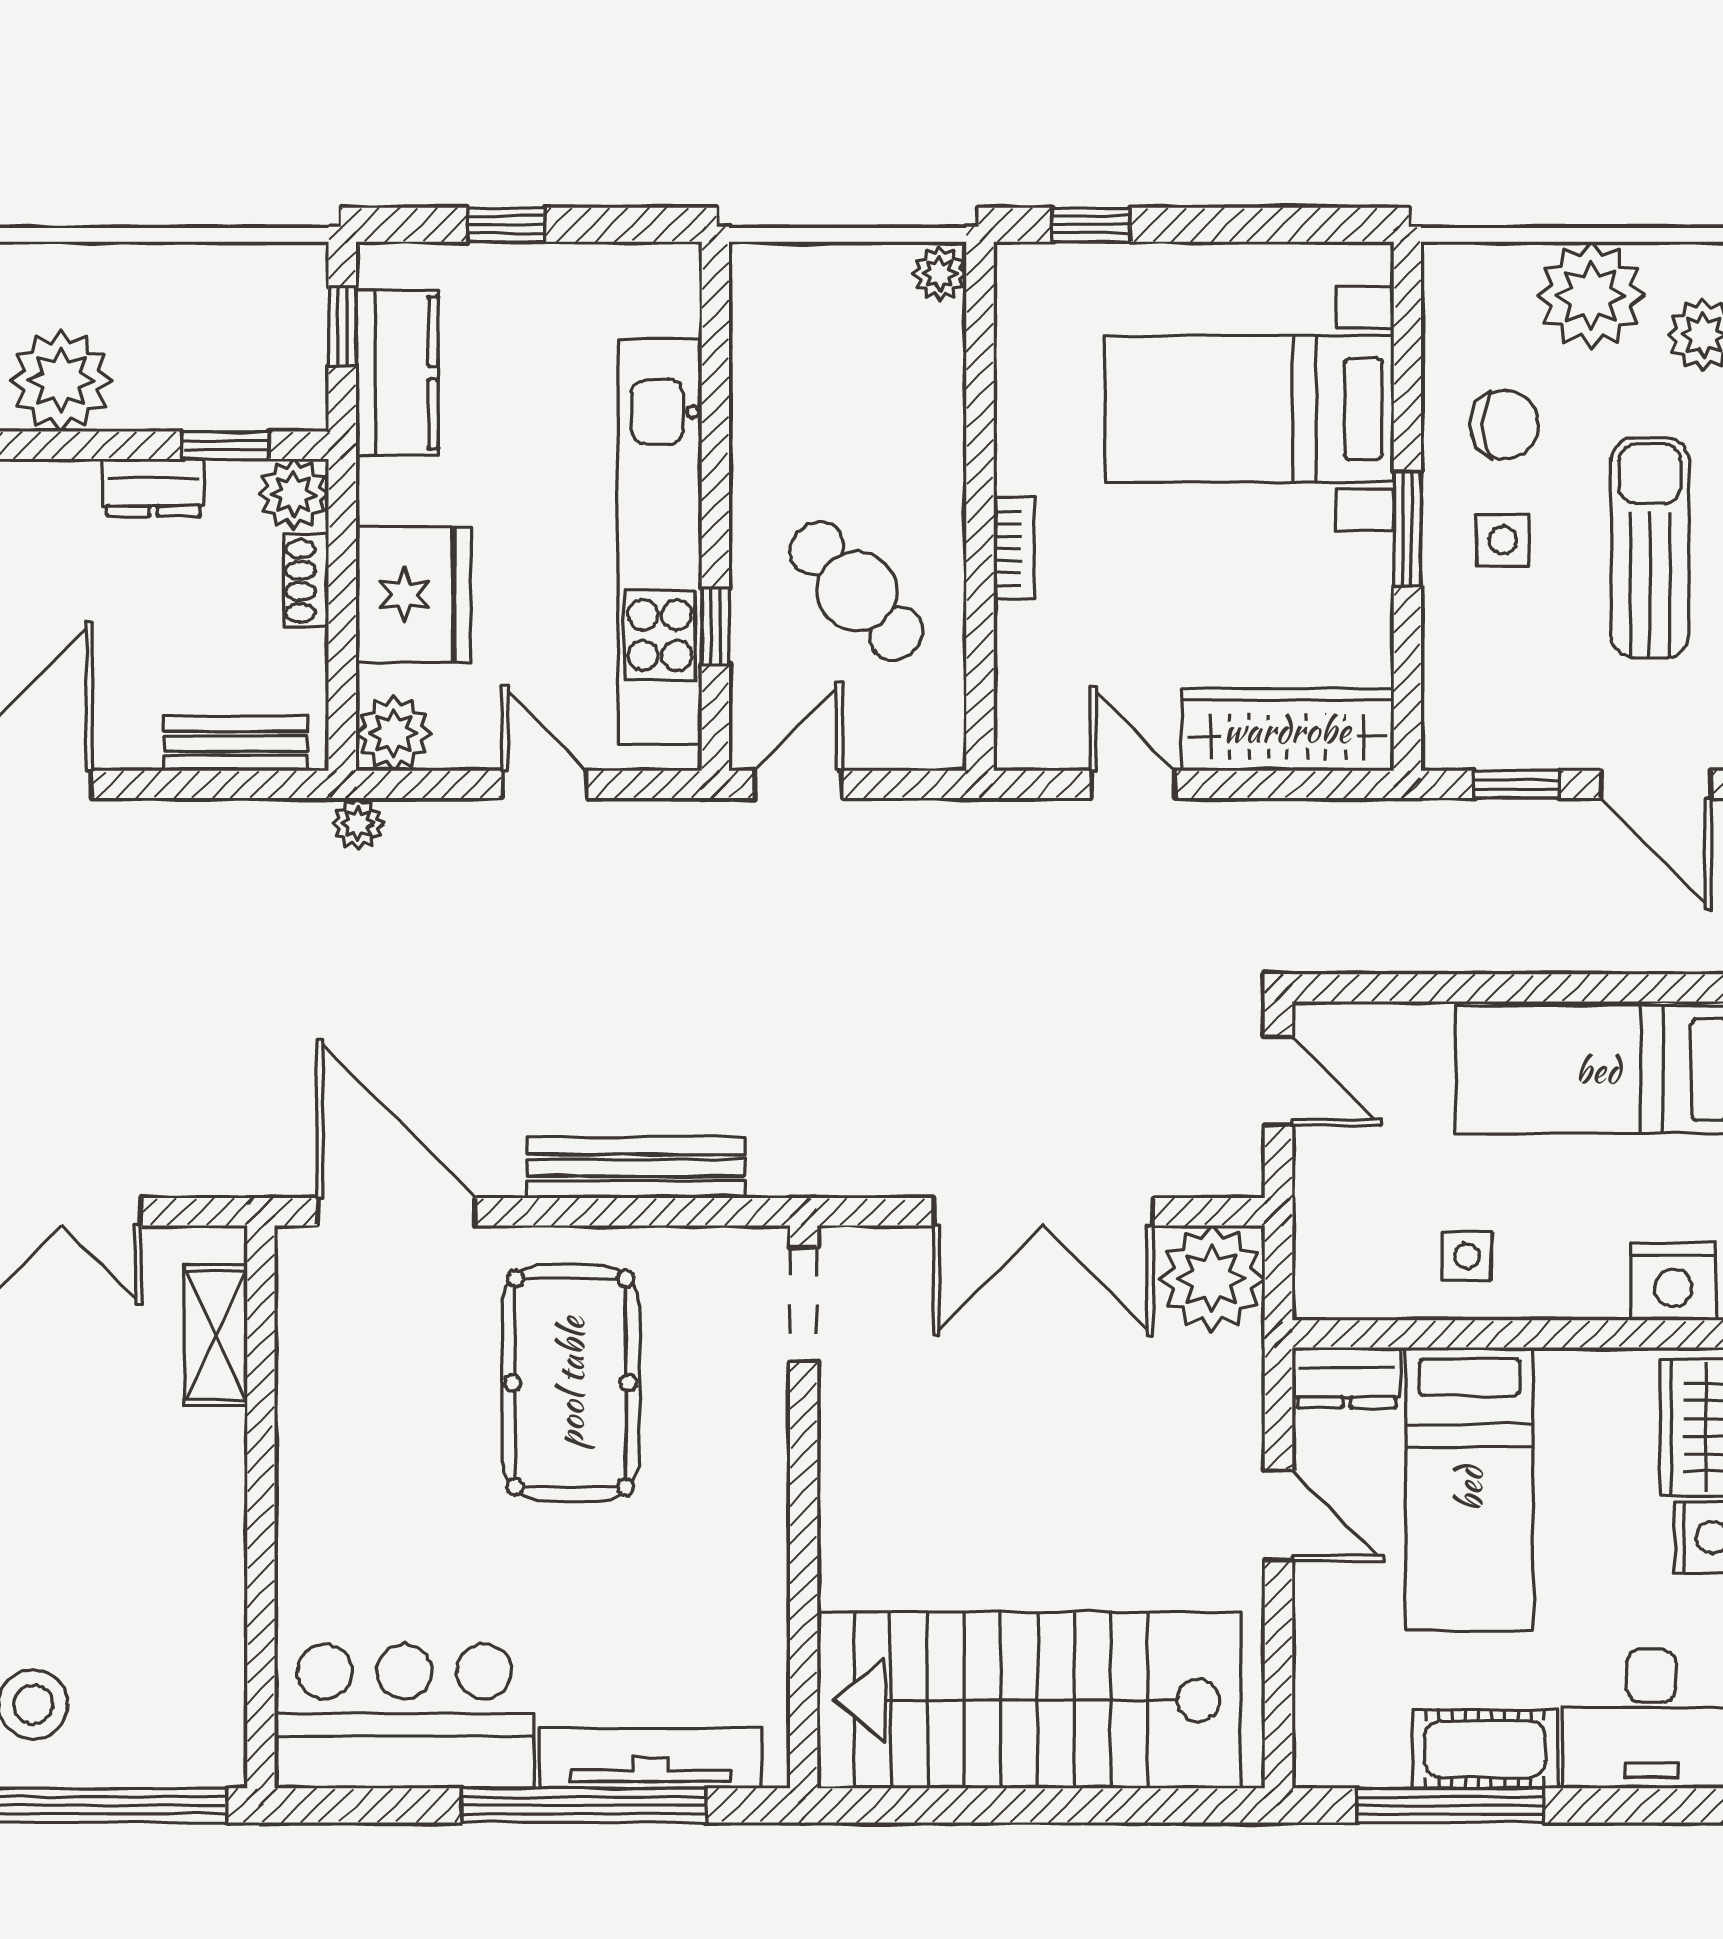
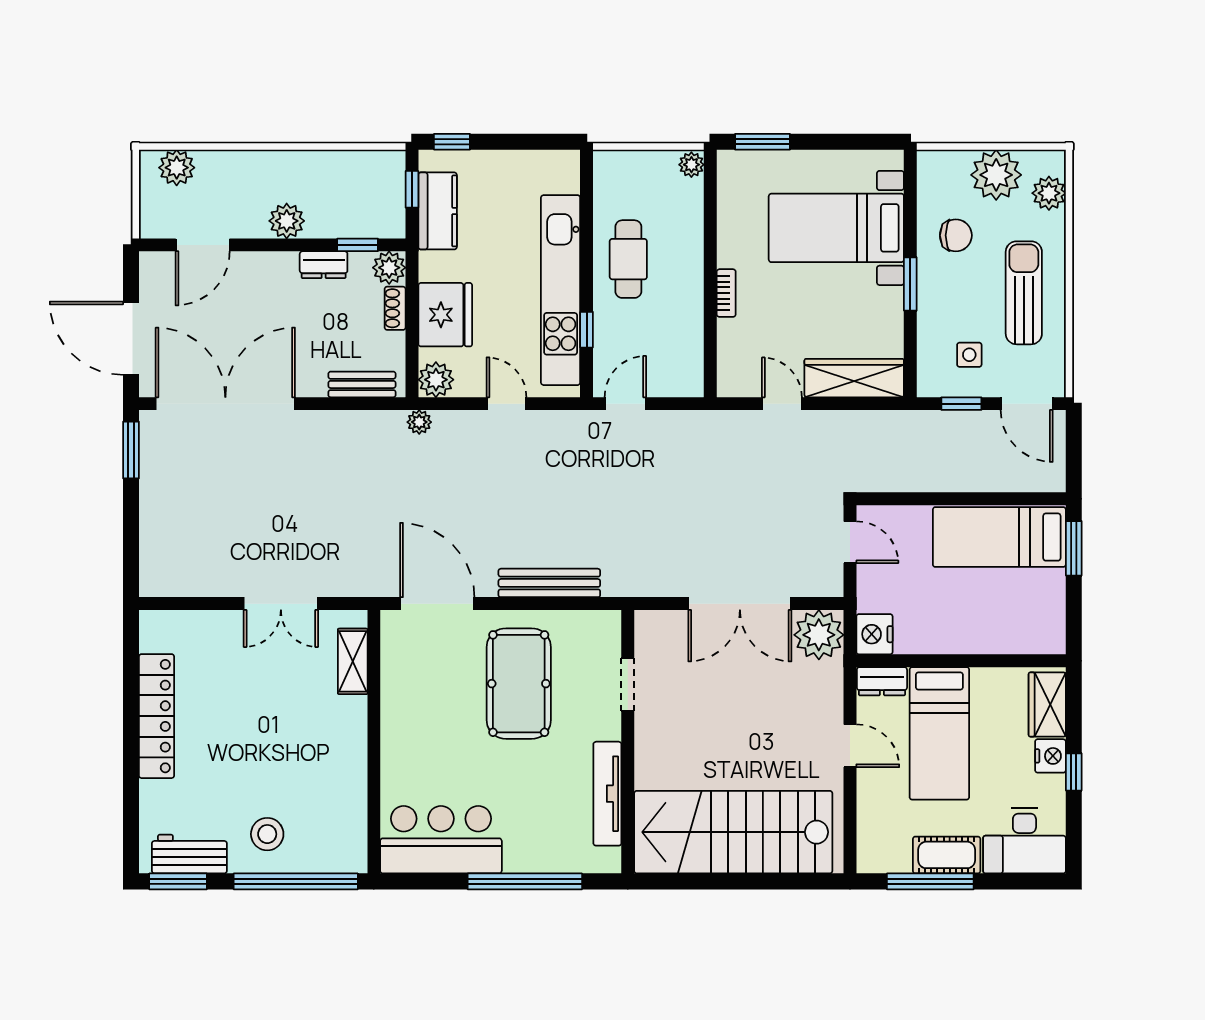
window: (506, 225) -> (452, 142), moved
window: (1091, 225) -> (762, 142), width x1.50
plant: (61, 380) -> (287, 221), width x0.73, depth x0.73
side table: (1503, 540) -> (969, 355), moved
cafe table: (857, 591) -> (628, 259), moved, turned 43
side table: (1467, 1256) -> (938, 624), removed
nightstand: (1673, 1282) -> (874, 634), moved, turned 90
doorway: (804, 1304) -> (628, 684), moved
tv unit: (651, 1758) -> (607, 794), moved, turned -90

